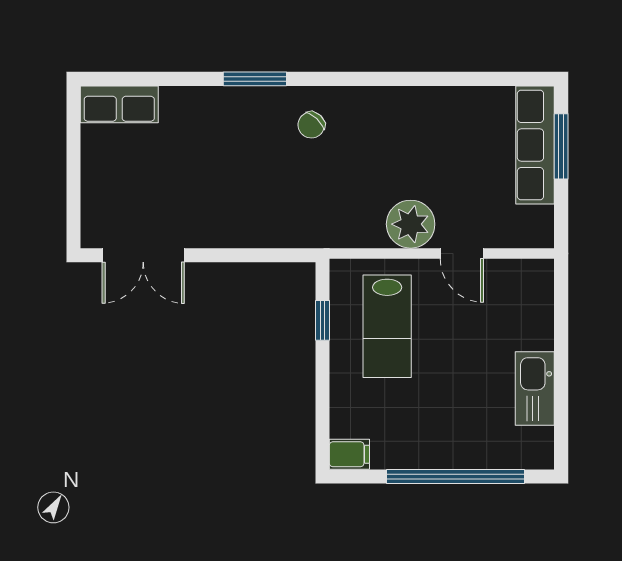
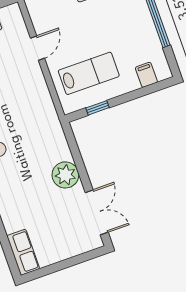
plant: (411, 224) -> (65, 175), moved
filing cabinet: (349, 454) -> (146, 75), moved

